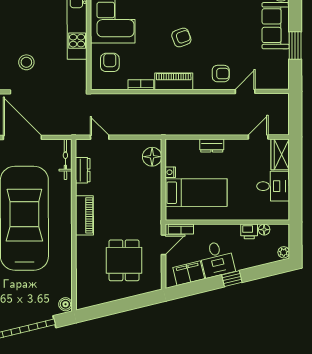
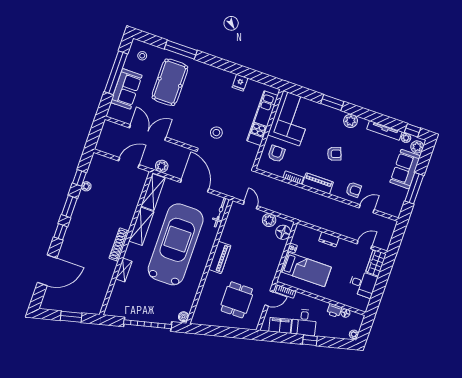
window: (295, 46) -> (414, 188), width x1.44
plant: (129, 148) -> (269, 220), added
dresser: (83, 170) -> (230, 225), removed

